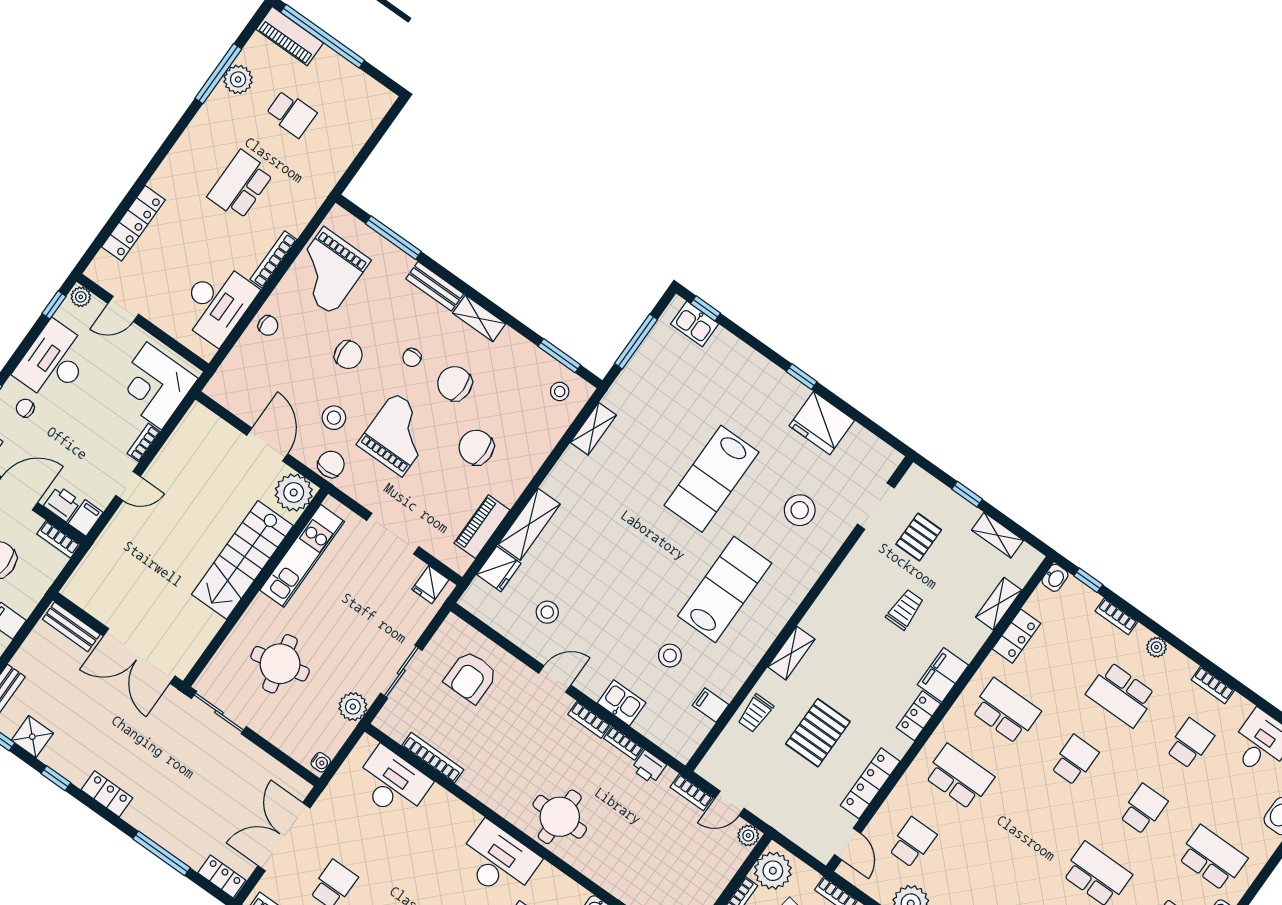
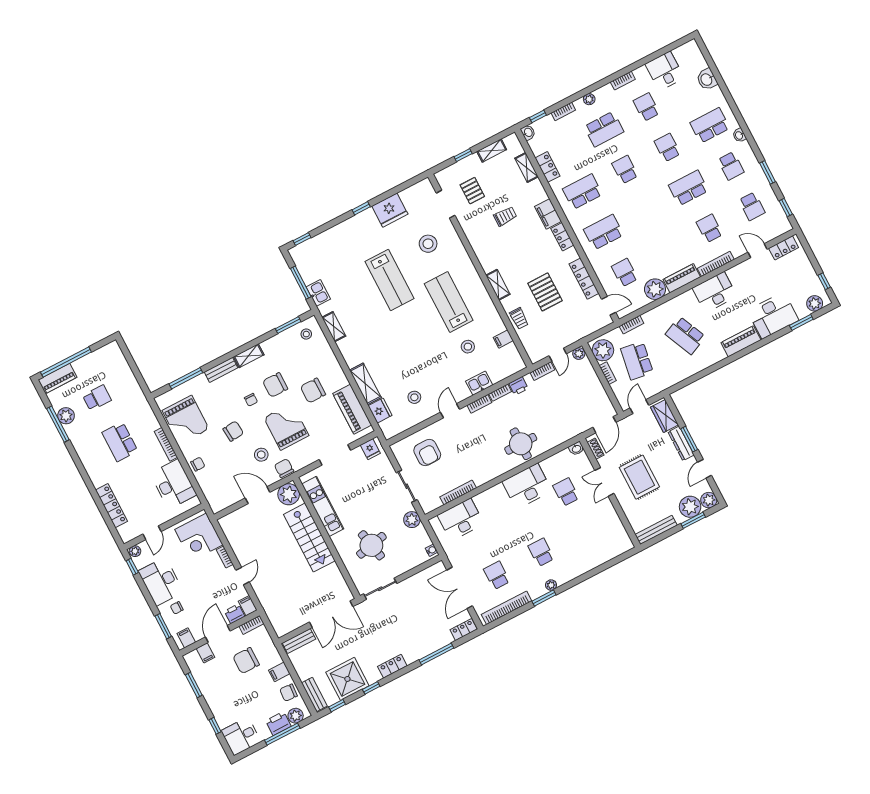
kitchen sink: (695, 324) -> (318, 293), moved, turned -90
piano: (482, 527) -> (352, 409), width x1.37, depth x1.33
trolley: (905, 609) -> (505, 216), turned 90
shower: (32, 737) -> (347, 679), width x1.86, depth x1.86

